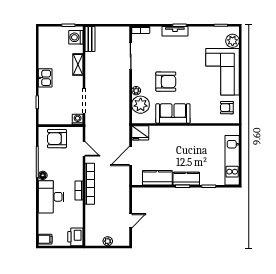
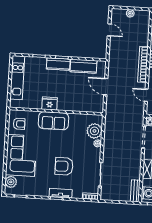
armchair: (166, 82) -> (64, 166), moved
sofa: (173, 113) -> (53, 121), moved
fridge: (140, 133) -> (50, 104), moved
door: (131, 156) -> (106, 87), swing flipped
door: (131, 221) -> (109, 30), swing flipped

